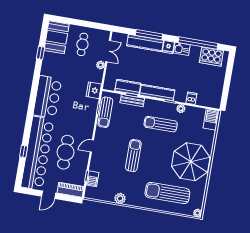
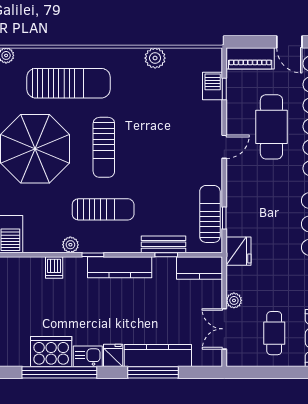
cooker: (211, 57) -> (51, 352), moved
kitchen counter: (128, 87) -> (200, 268), moved
sun lounger: (133, 156) -> (104, 147), moved
door: (49, 195) -> (289, 42), swing flipped

